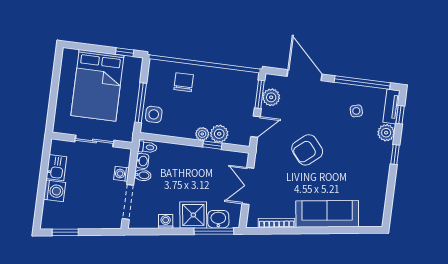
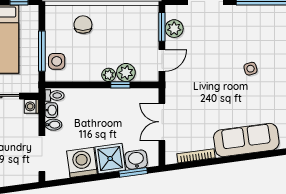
side table: (356, 111) -> (250, 69), moved
armchair: (307, 150) -> (218, 77), removed
washing machine: (121, 174) -> (32, 106), moved
washing machine: (166, 221) -> (82, 162), width x1.89, depth x1.89
window: (214, 231) -> (133, 172), width x0.69

